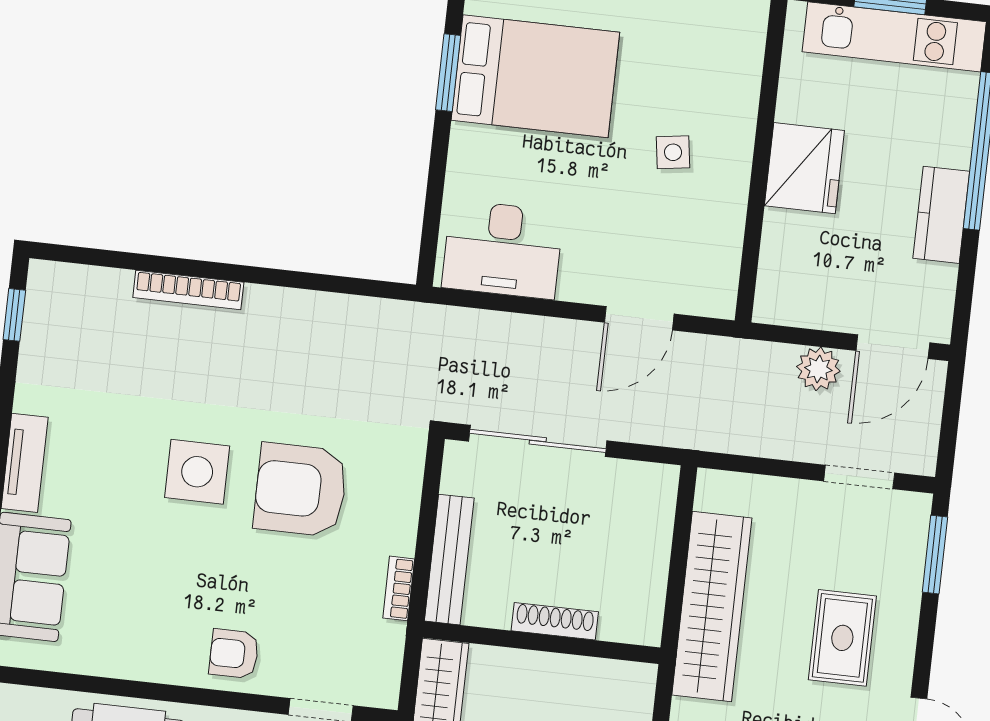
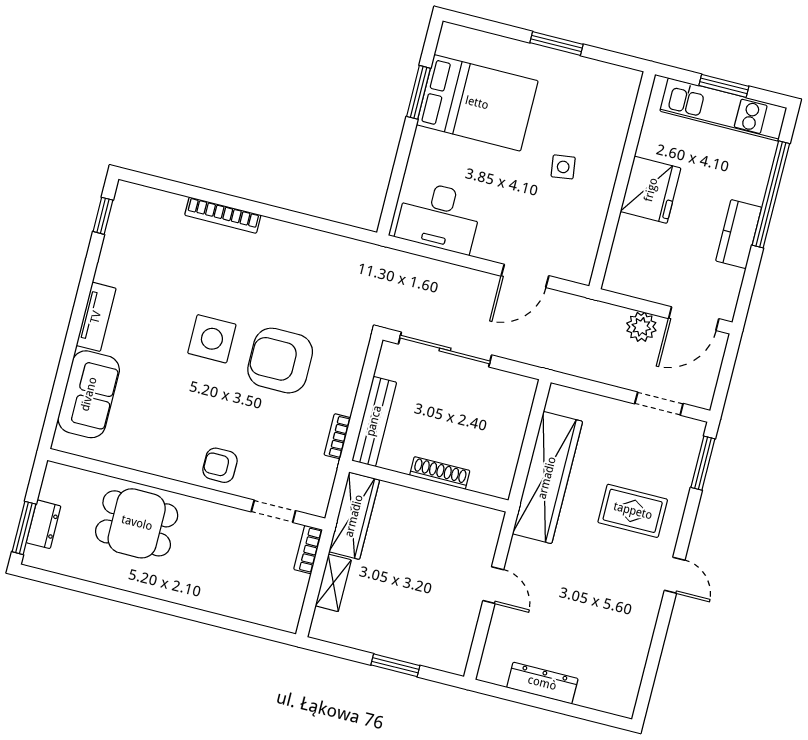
rug: (842, 638) -> (633, 511), turned 90

